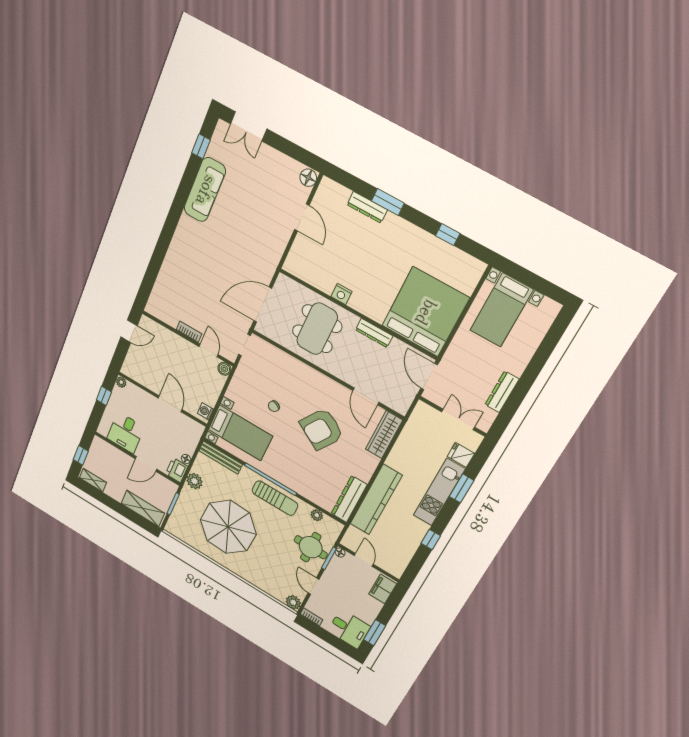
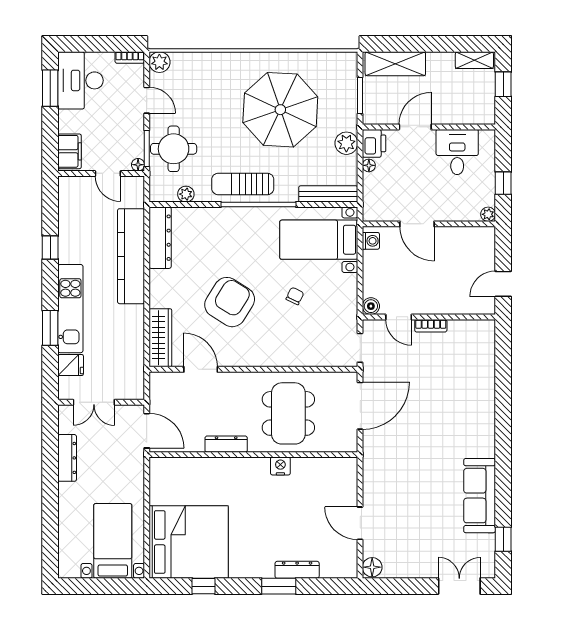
bed: (425, 312) -> (189, 542), moved, turned -90
desk: (349, 629) -> (81, 80), width x1.37

